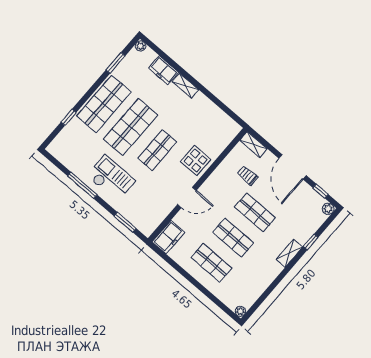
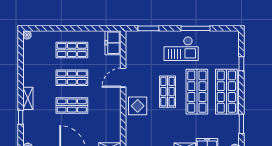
trolley: (248, 176) -> (97, 125), removed

